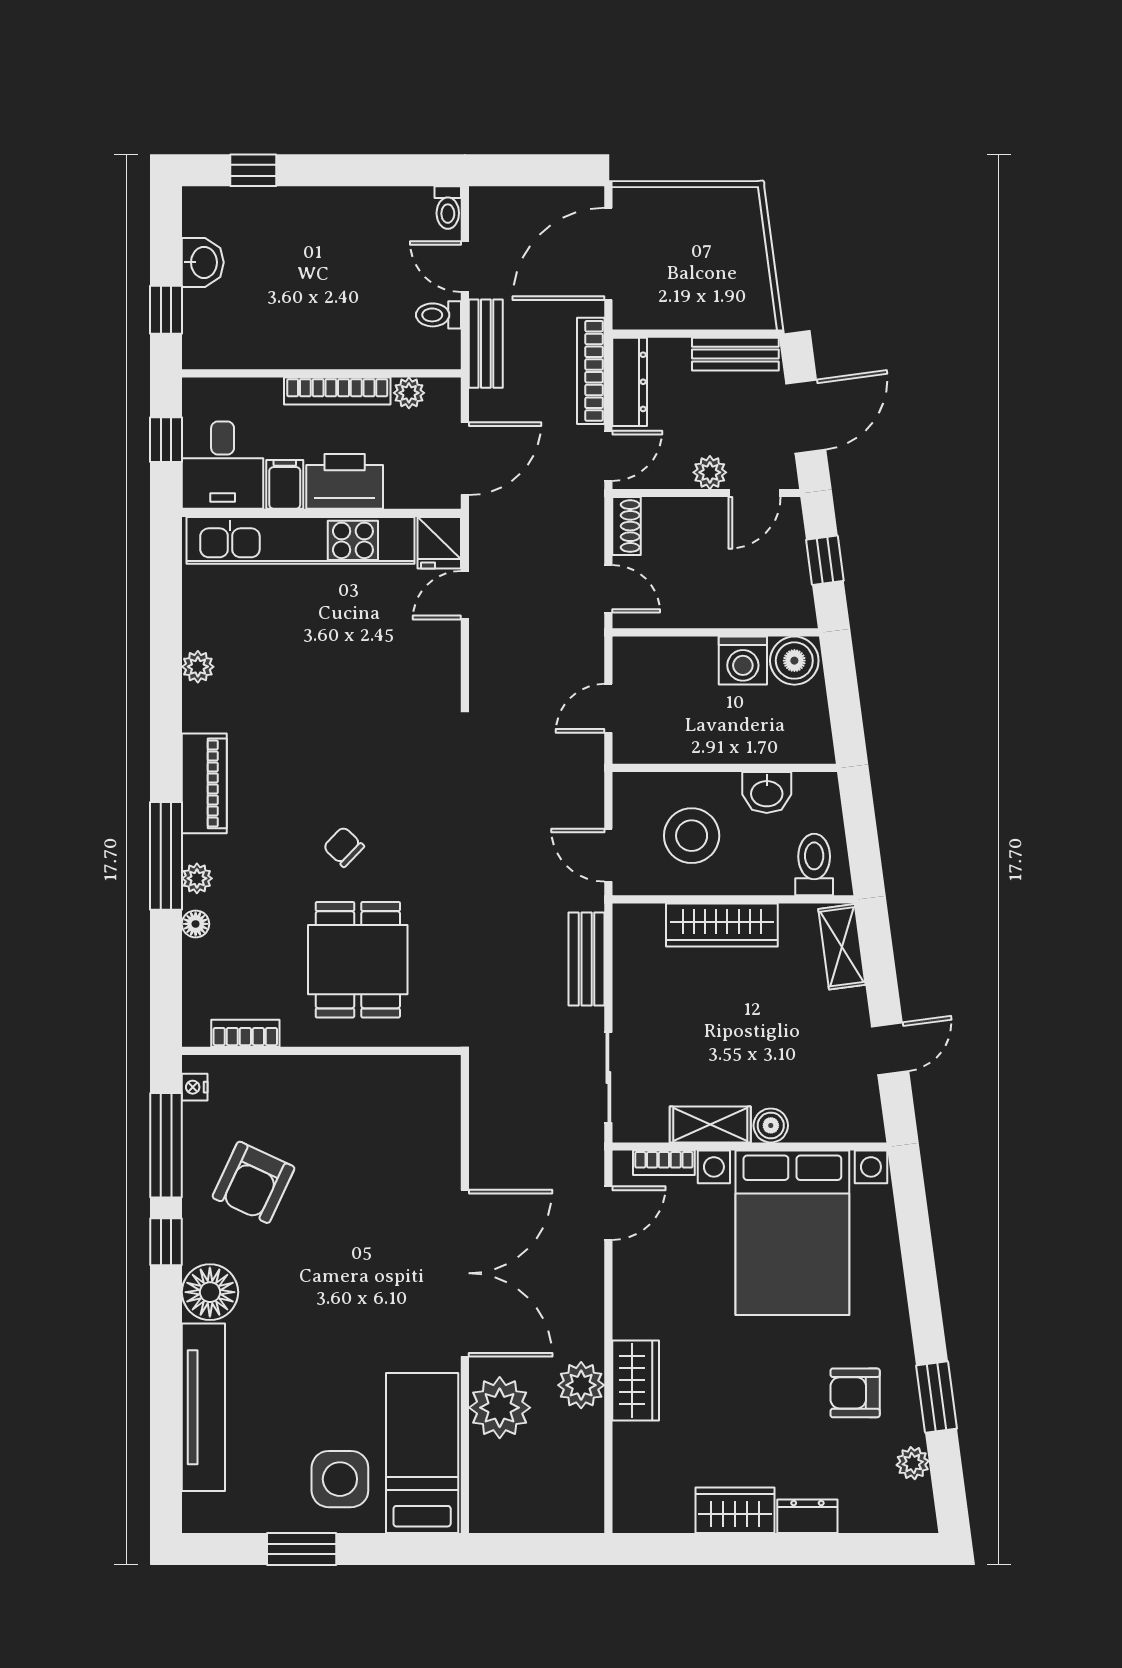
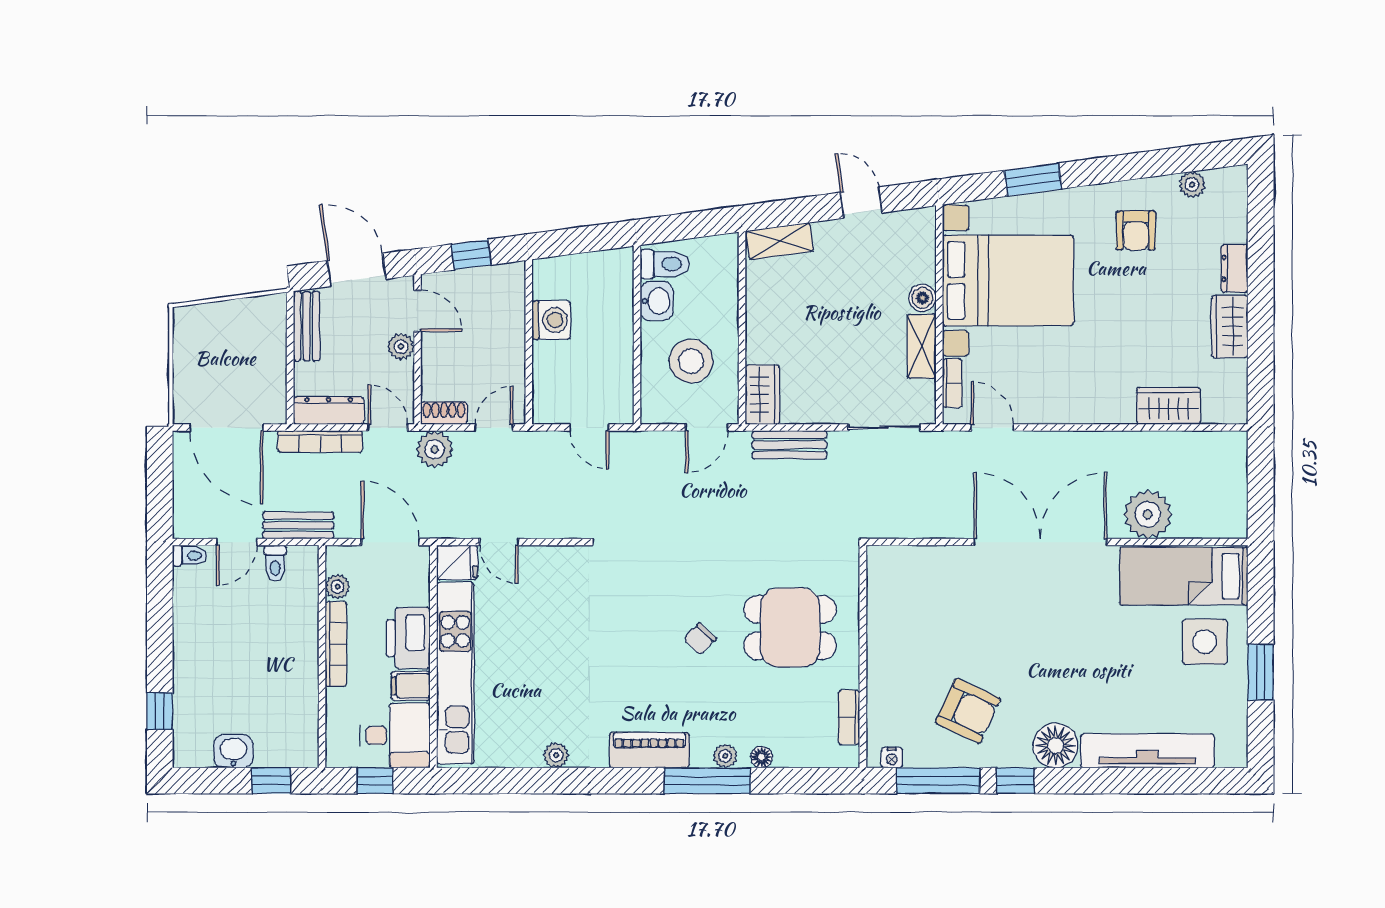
boiler: (794, 661) -> (551, 279), removed
toilet: (814, 865) -> (665, 264), moved, turned 180
wardrobe: (722, 925) -> (762, 395), moved, width x0.67
wardrobe: (636, 1380) -> (1169, 406), moved
plant: (581, 1385) -> (435, 449), moved
window: (936, 1397) -> (1033, 180), moved

